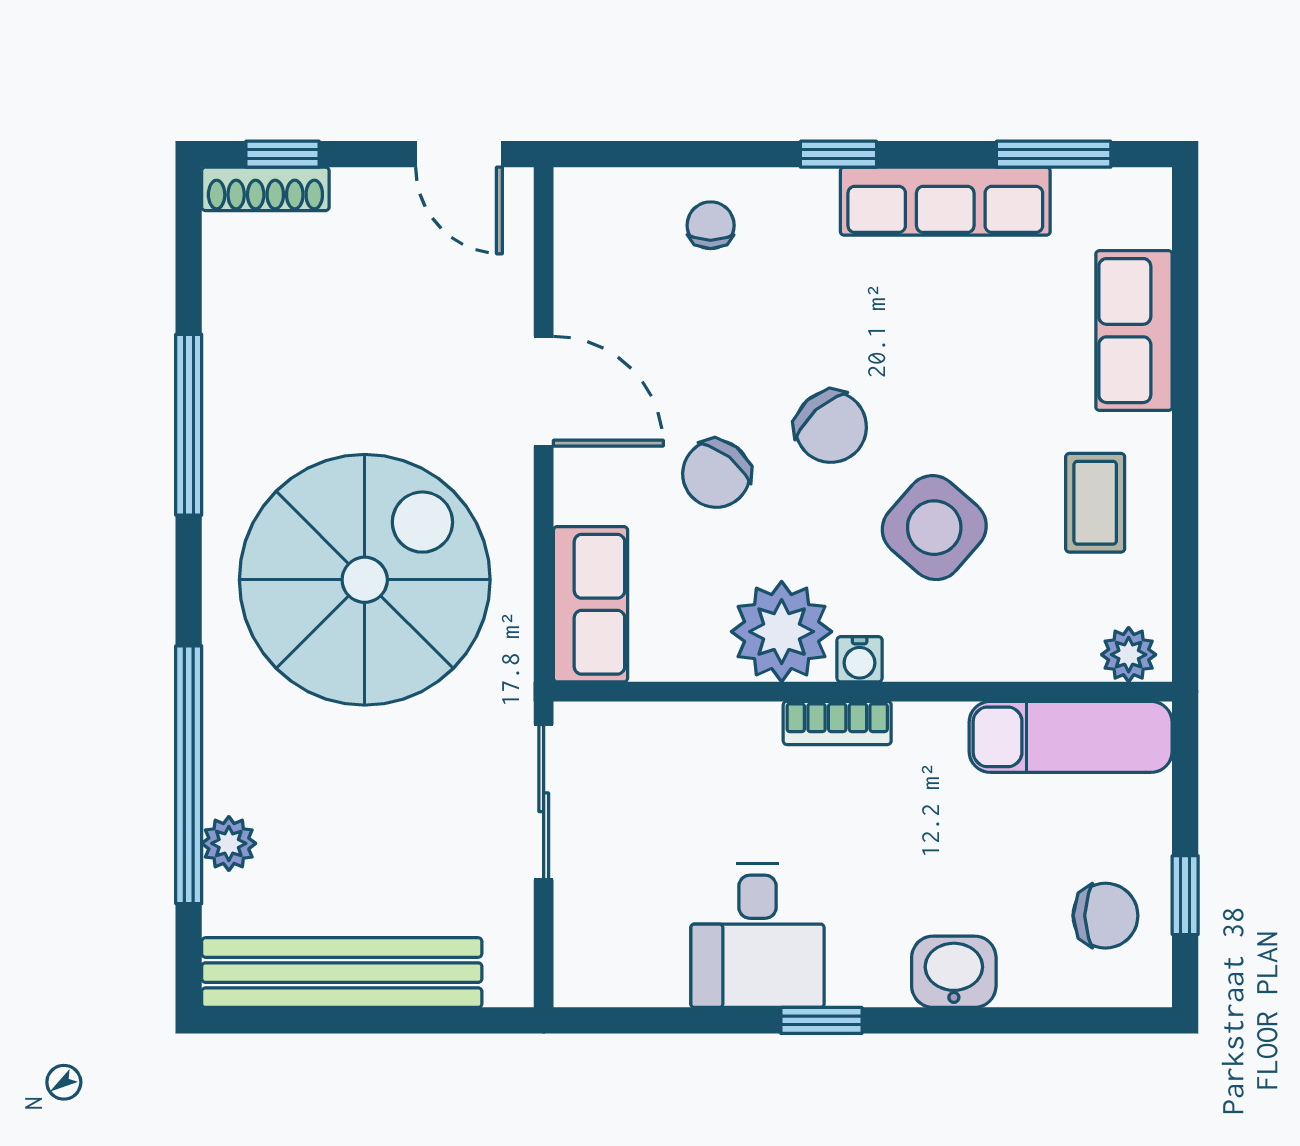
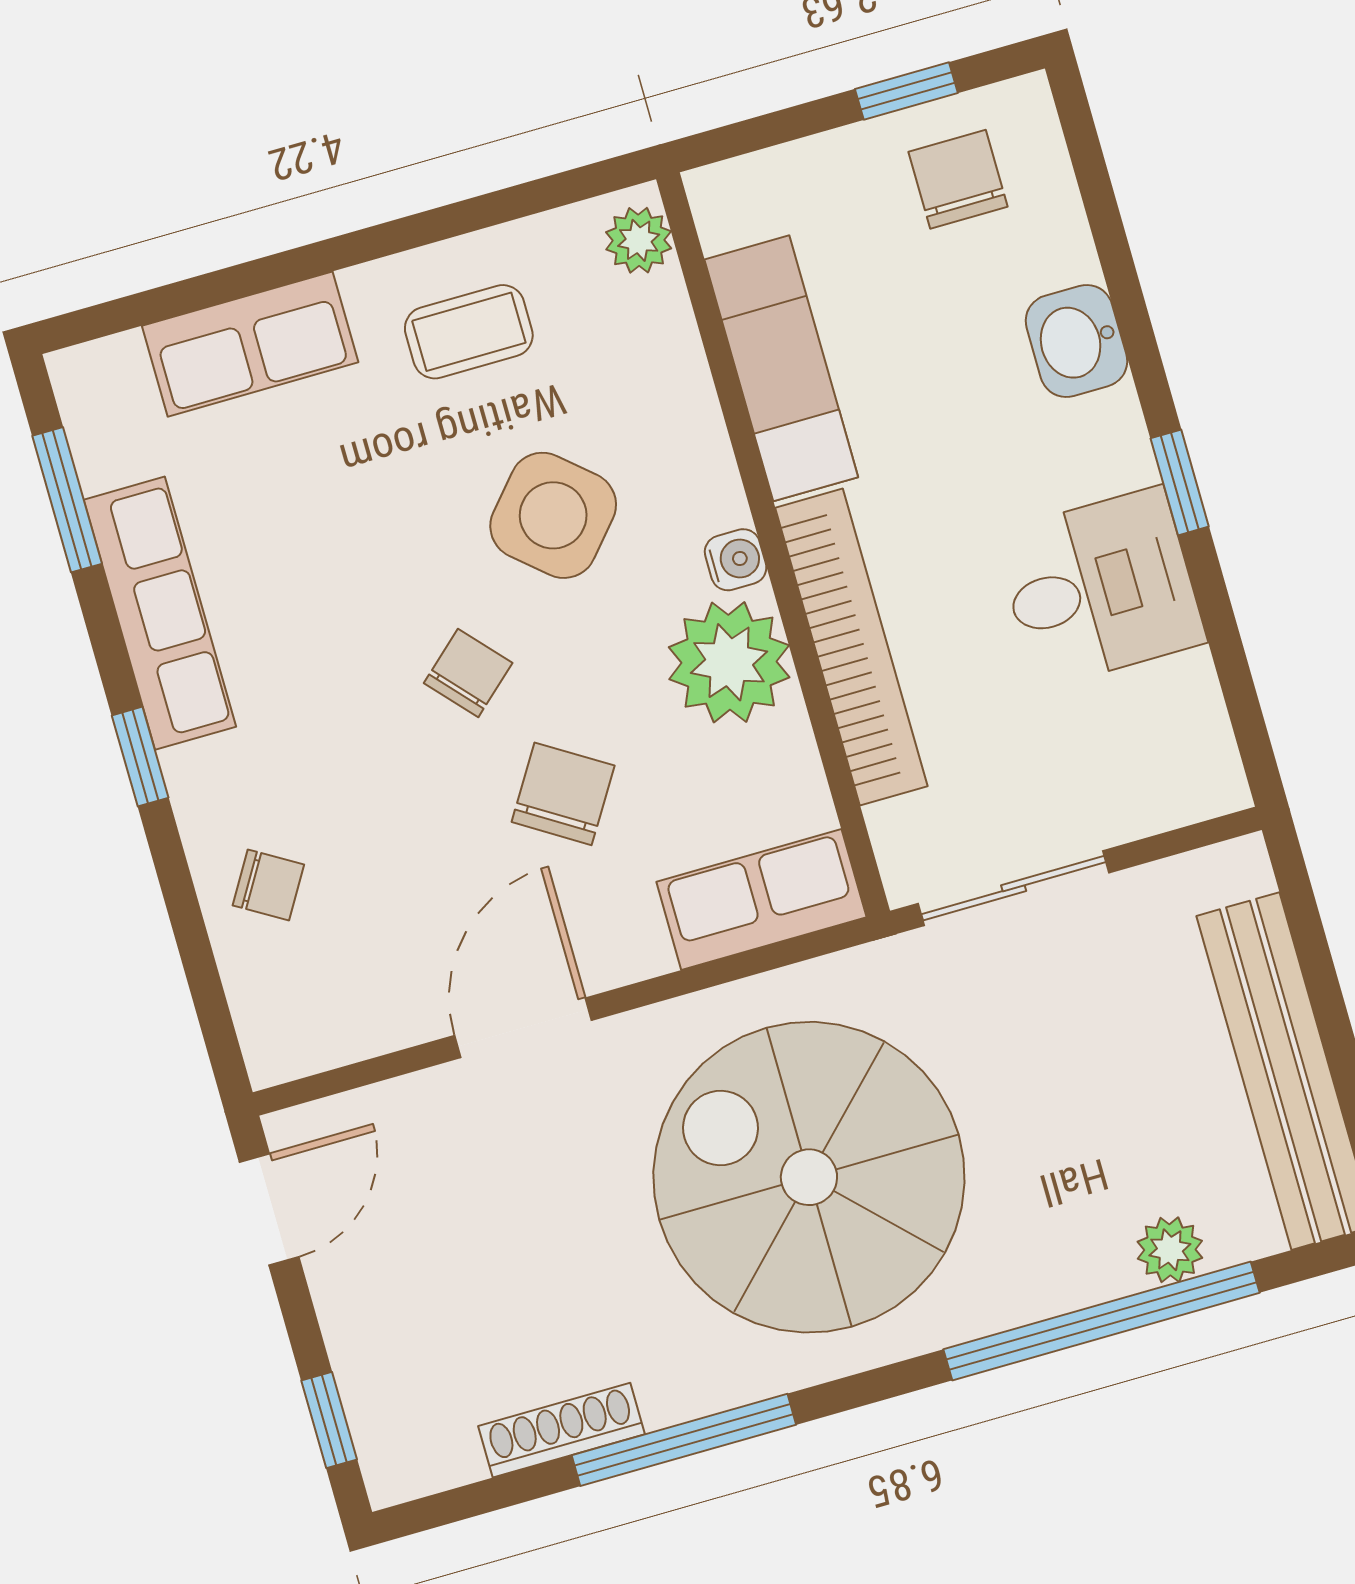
shoe rack: (265, 189) -> (561, 1430), moved, turned -90
chair: (711, 225) -> (268, 885), turned -149
chair: (831, 427) -> (468, 673), width x0.73, depth x0.73
chair: (716, 474) -> (563, 794), turned -96
bookcase: (837, 723) -> (851, 647), width x2.31, depth x1.31
exam couch: (1071, 737) -> (781, 368), moved

